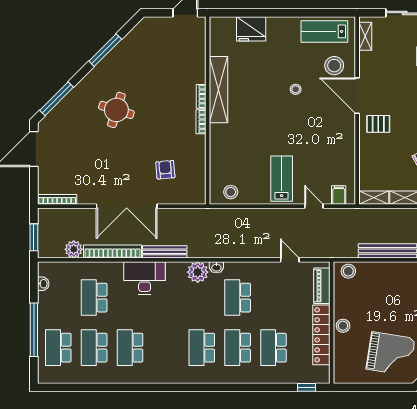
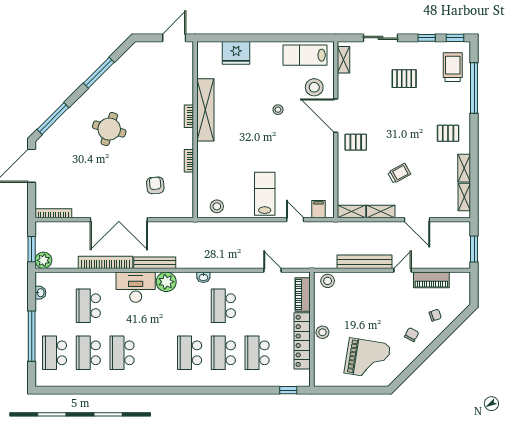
bookcase: (201, 122) -> (189, 161), moved
plant: (74, 249) -> (43, 260), moved
plant: (198, 272) -> (166, 282), moved

